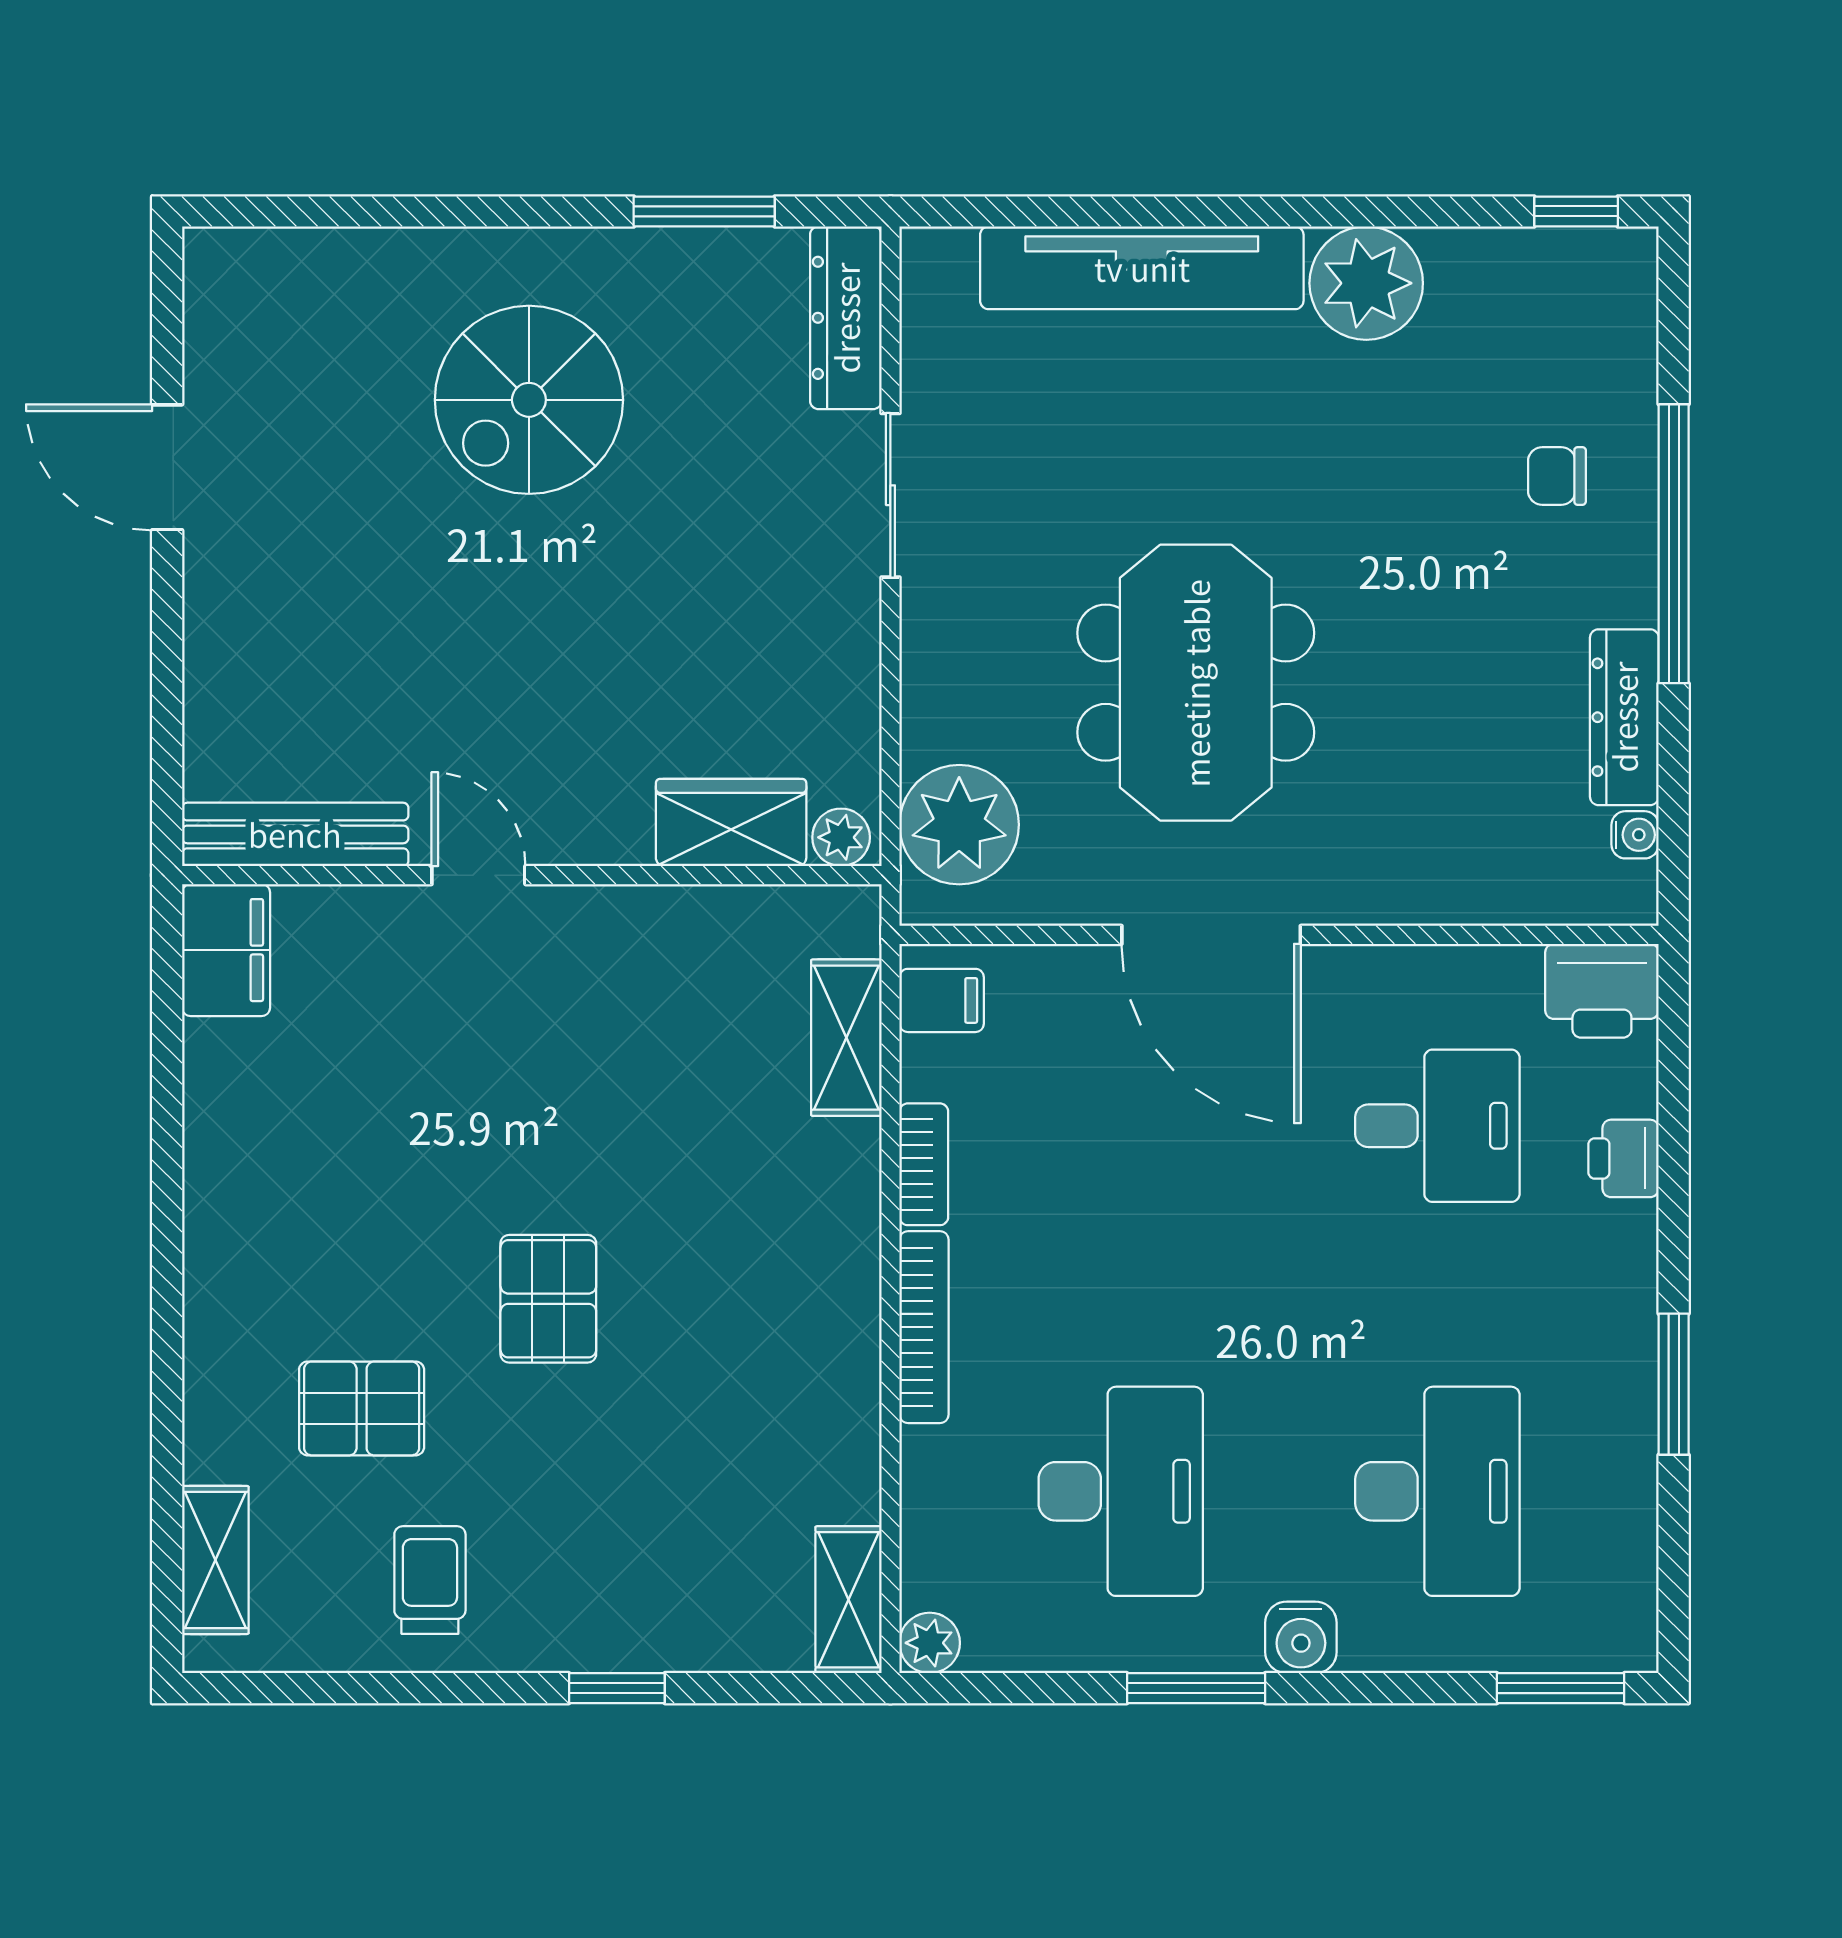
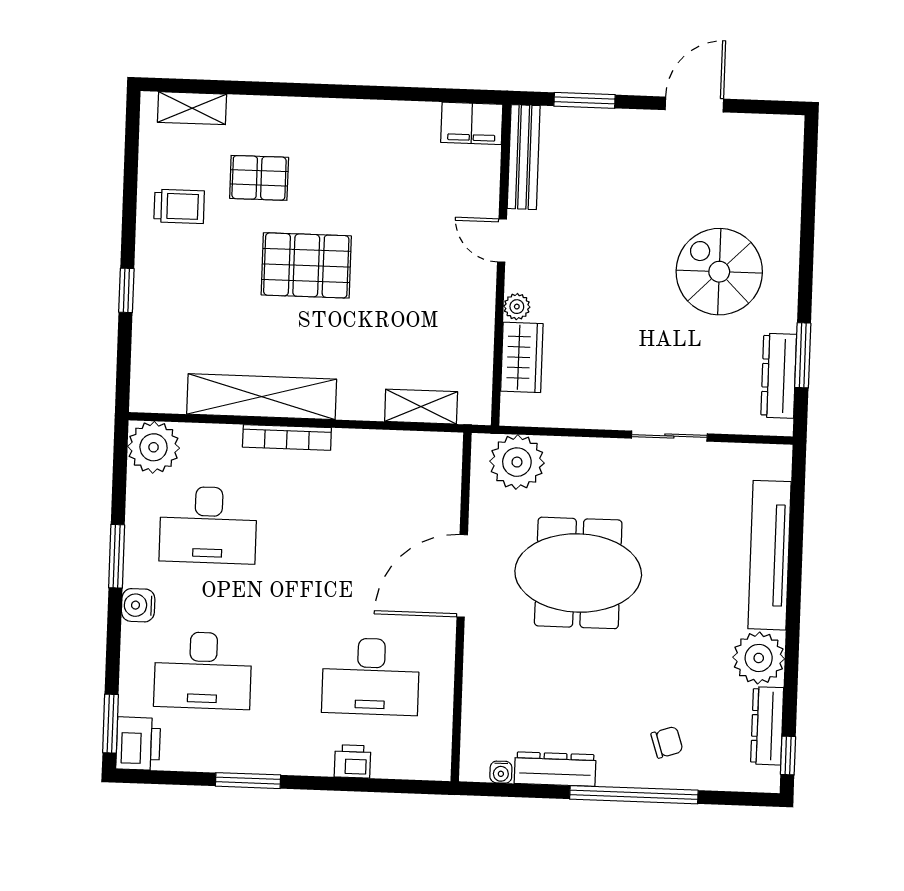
dresser: (1513, 259) -> (767, 726), added
dresser: (846, 318) -> (779, 376), moved, turned -90
chair: (1557, 476) -> (667, 742), turned 72
window: (167, 706) -> (585, 100), added
plant: (841, 837) -> (517, 307), moved
door: (478, 875) -> (502, 240), swing flipped
printer: (1602, 991) -> (138, 744), moved, turned 180
filing cabinet: (942, 1000) -> (437, 451), removed
desk: (1437, 1126) -> (371, 676), width x1.37
bookcase: (924, 1164) -> (362, 440), removed
pallet: (548, 1299) -> (306, 265), width x1.50, depth x1.42
pallet: (362, 1408) -> (259, 178), turned 90
shelving: (848, 1600) -> (262, 397), moved, width x2.20, depth x1.33
plant: (930, 1643) -> (154, 447), width x1.87, depth x1.87

